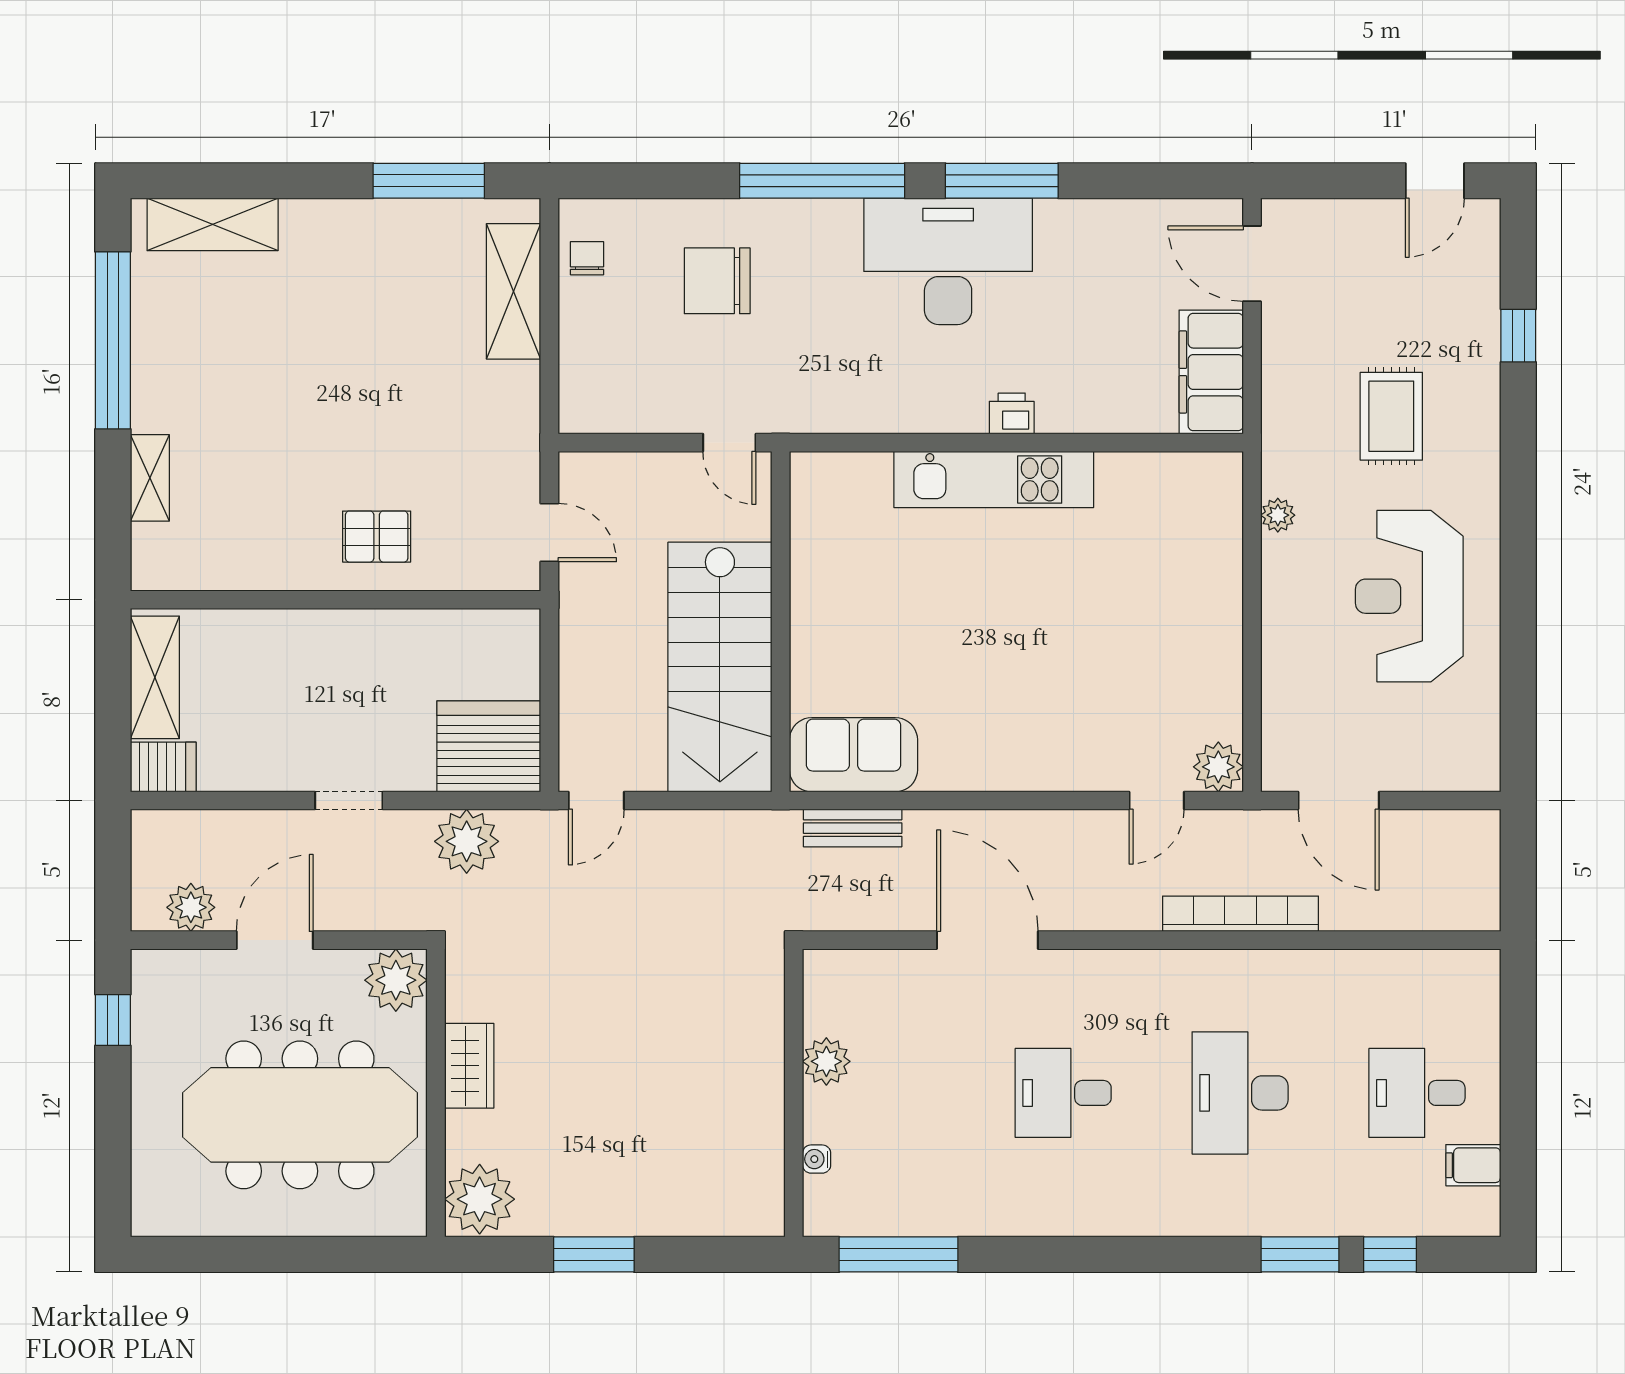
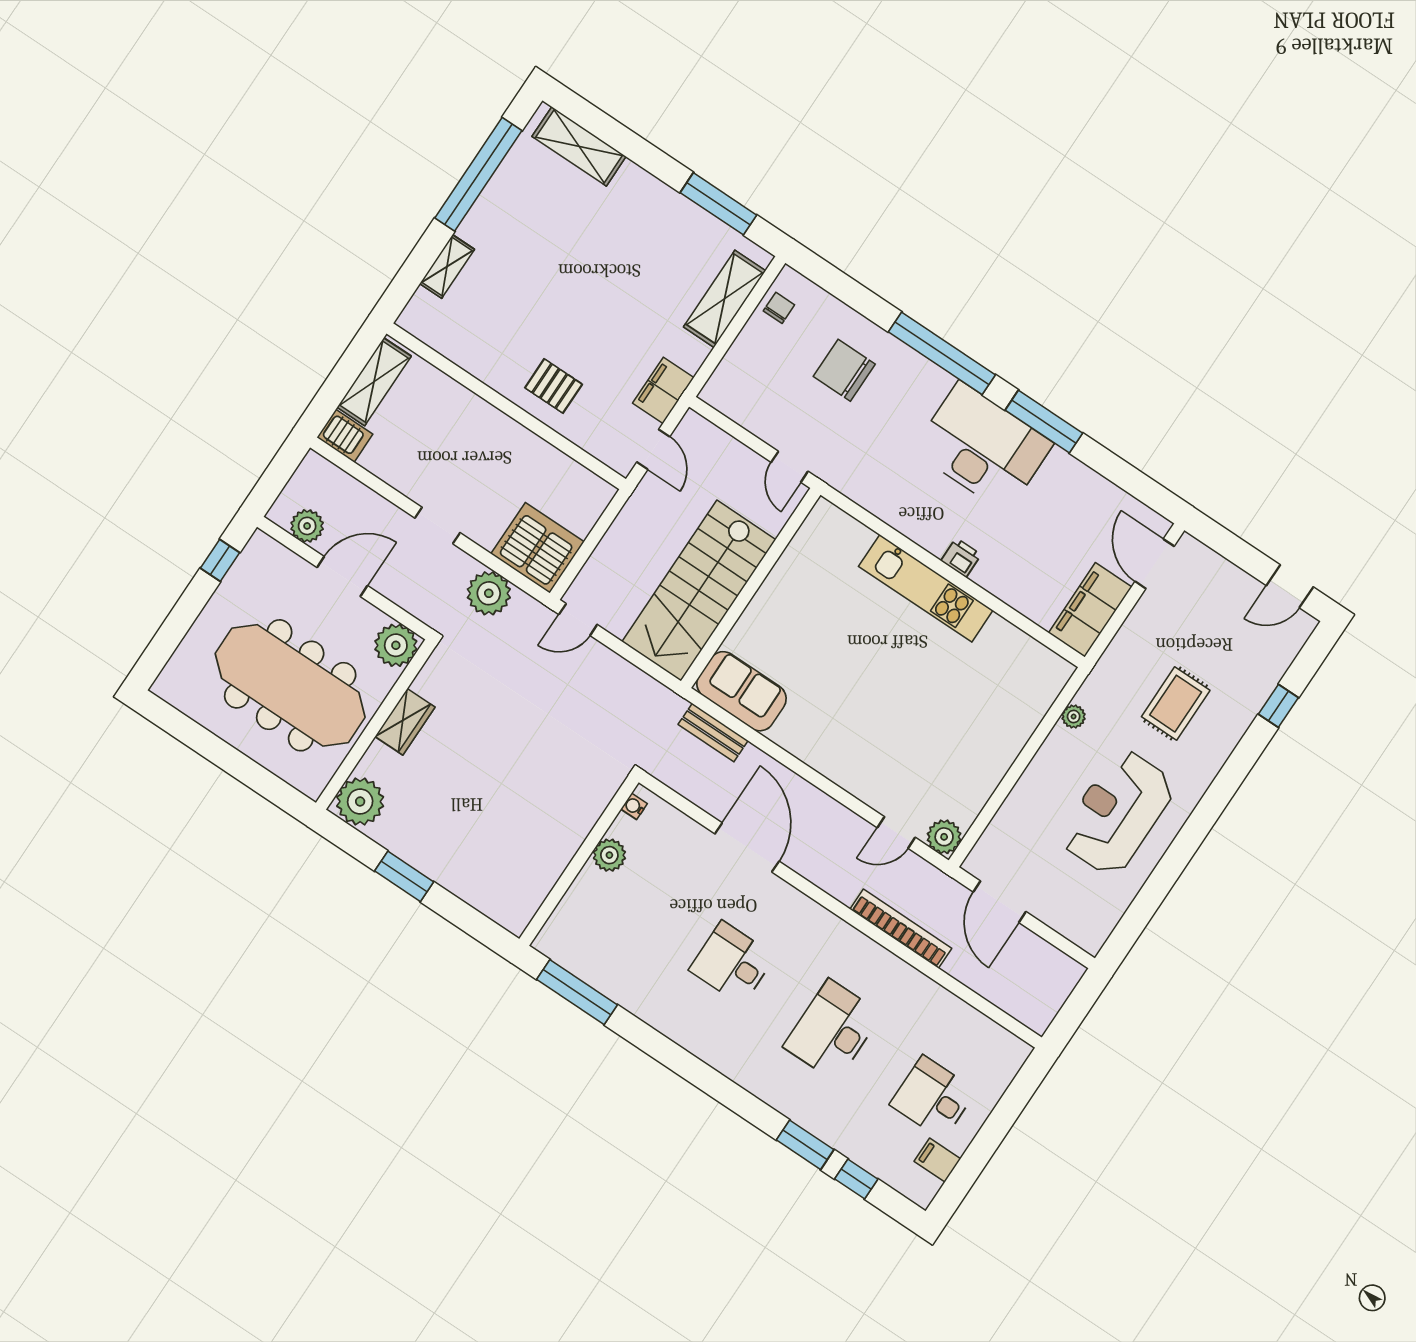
filing cabinet: (514, 453) -> (663, 390), added
water cooler: (817, 1159) -> (634, 806), moved

